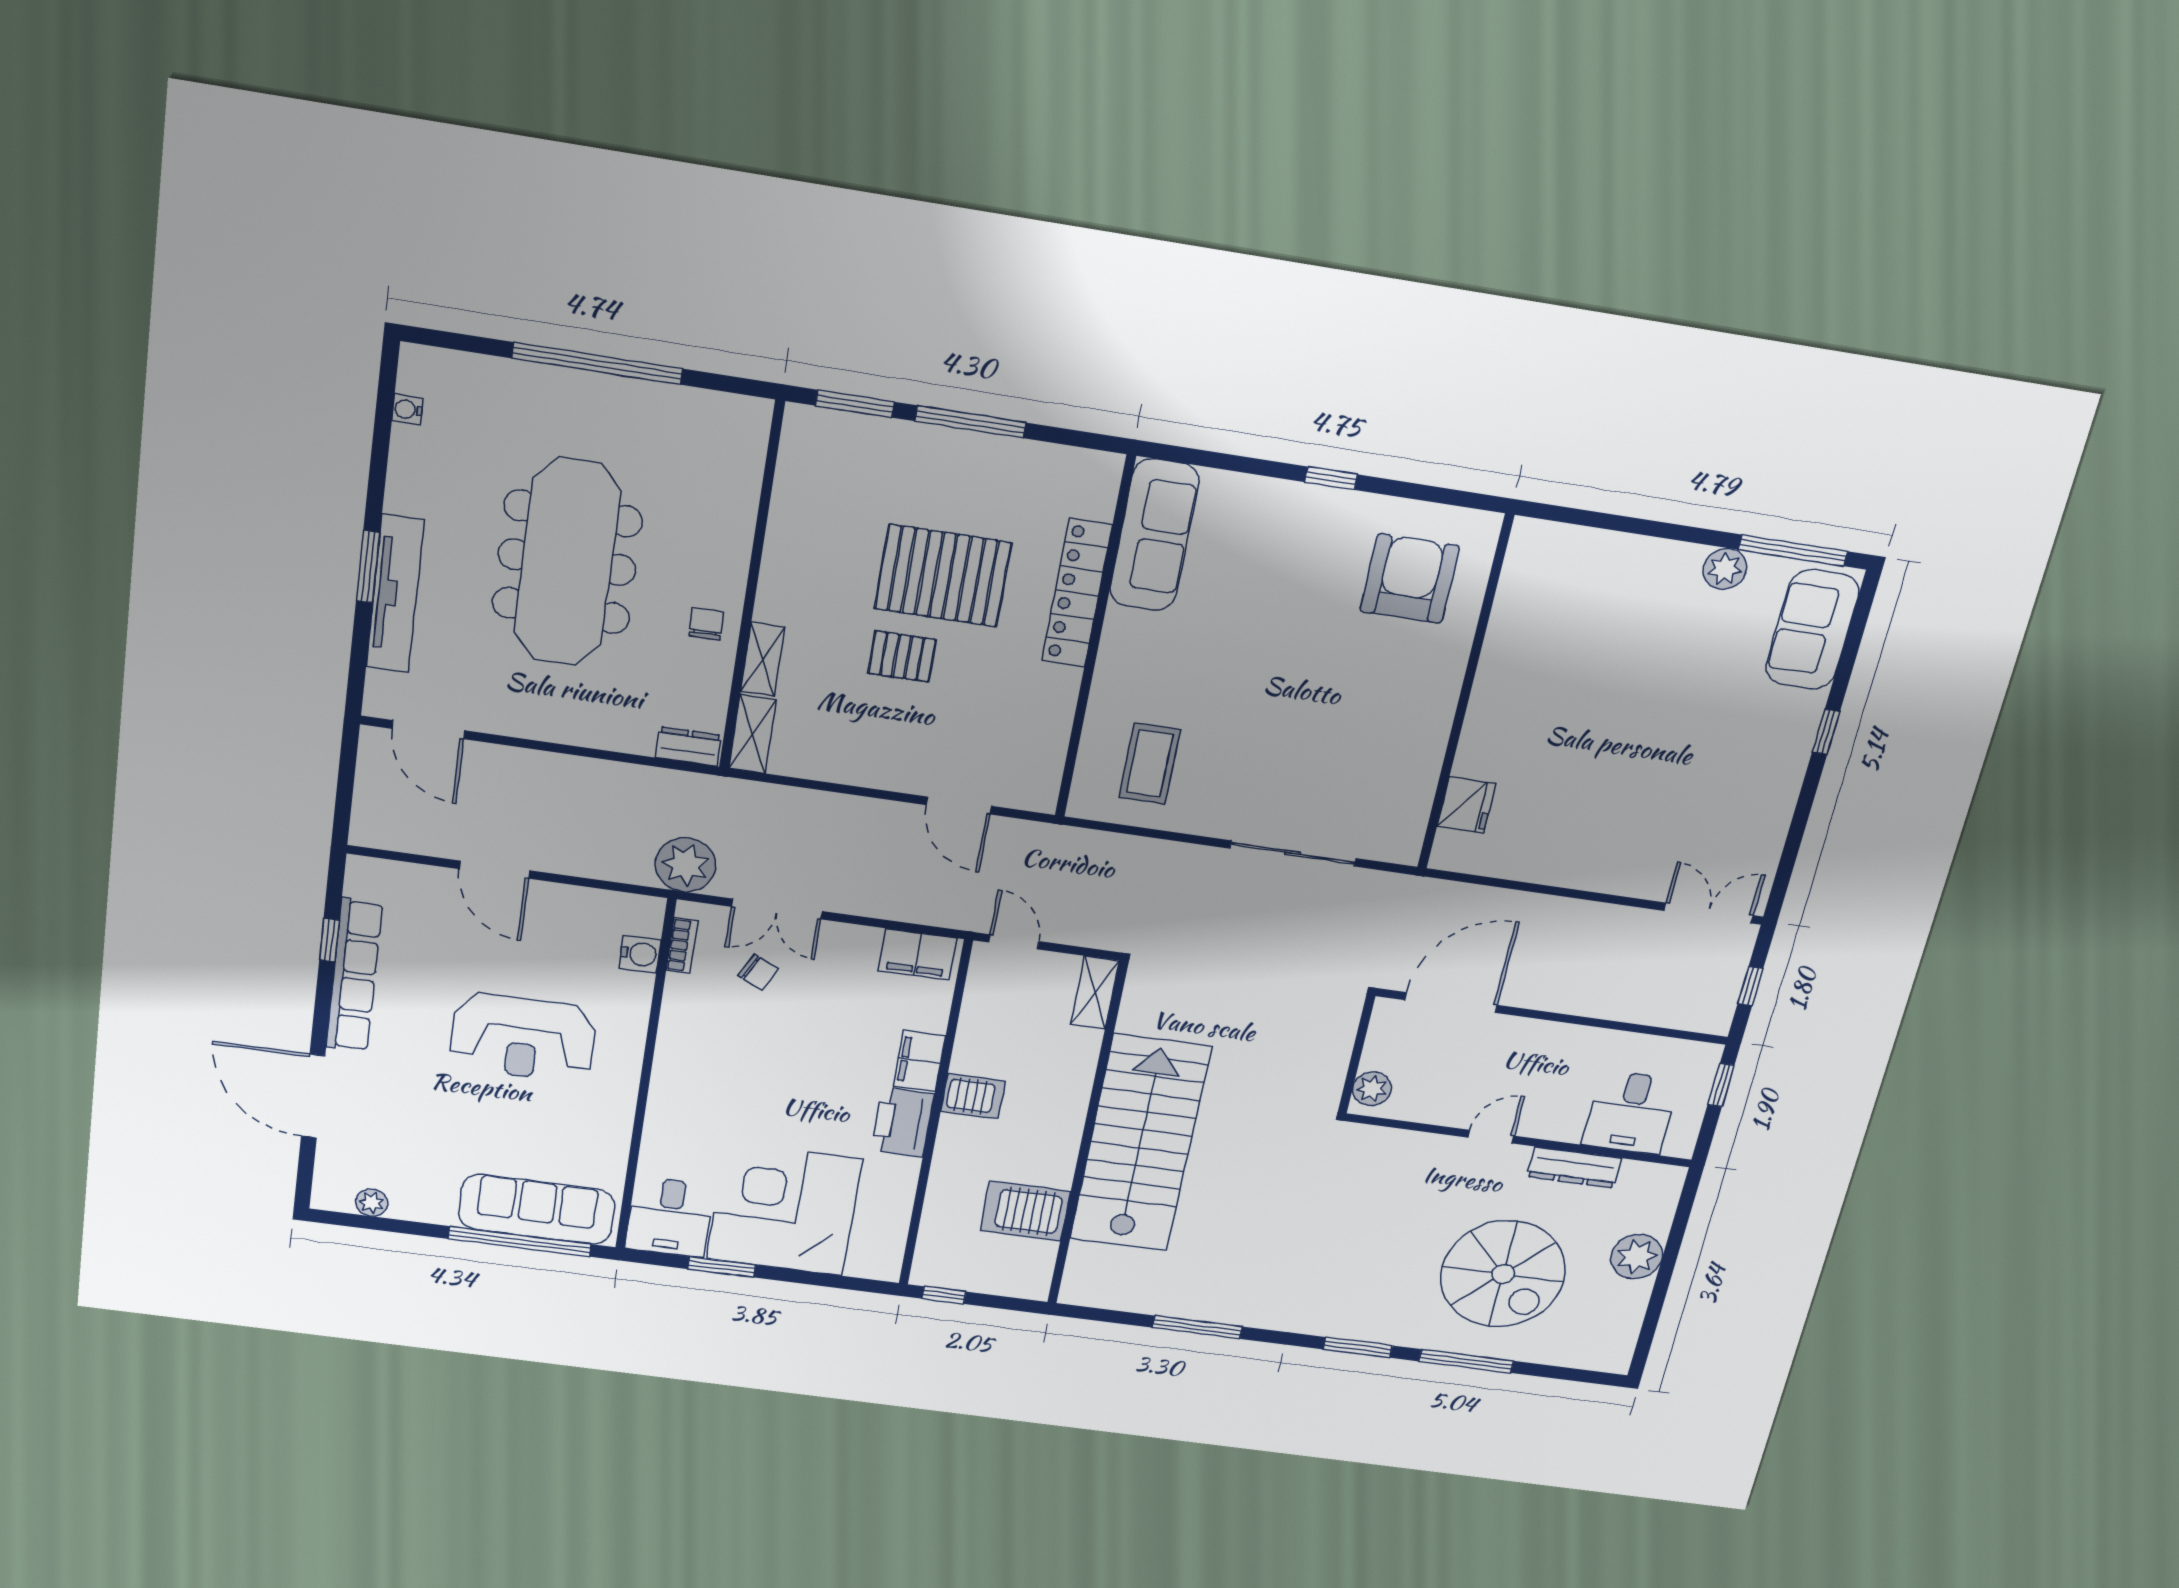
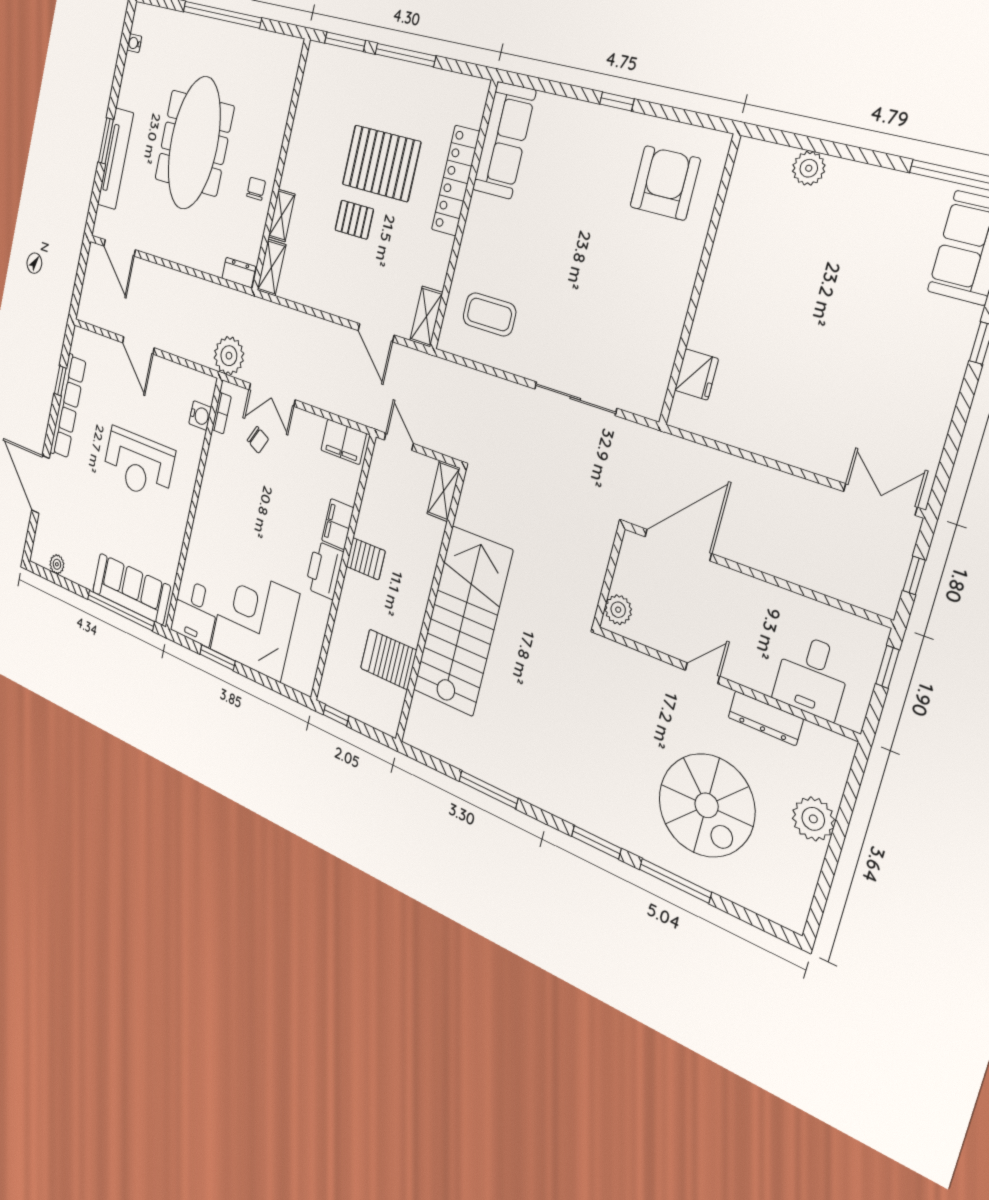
plant: (1725, 569) -> (809, 168), moved
coffee table: (1150, 764) -> (489, 314), turned 90
shelving: (1044, 776) -> (426, 317), added

